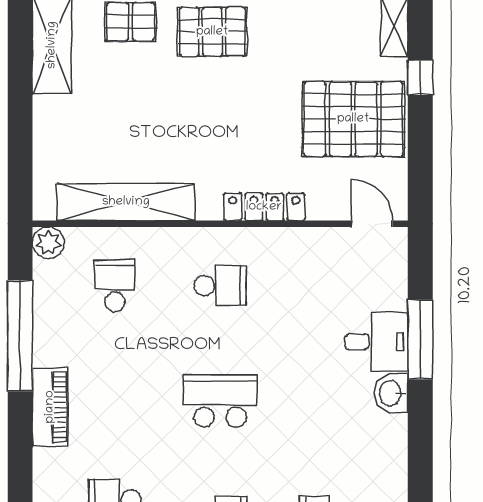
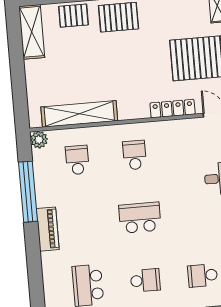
locker: (264, 207) -> (173, 109), moved
school desk: (220, 286) -> (135, 155), turned -90

